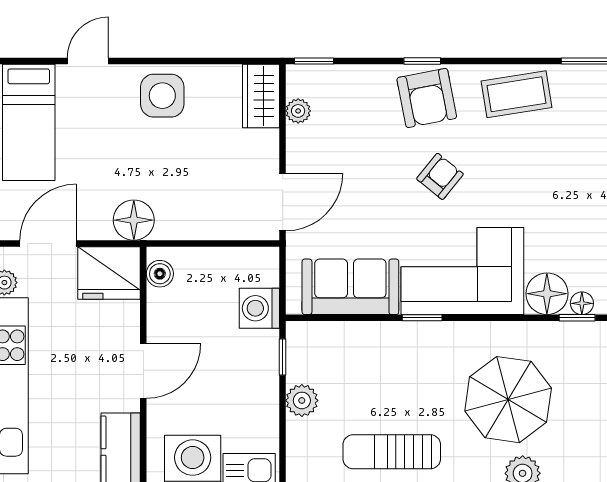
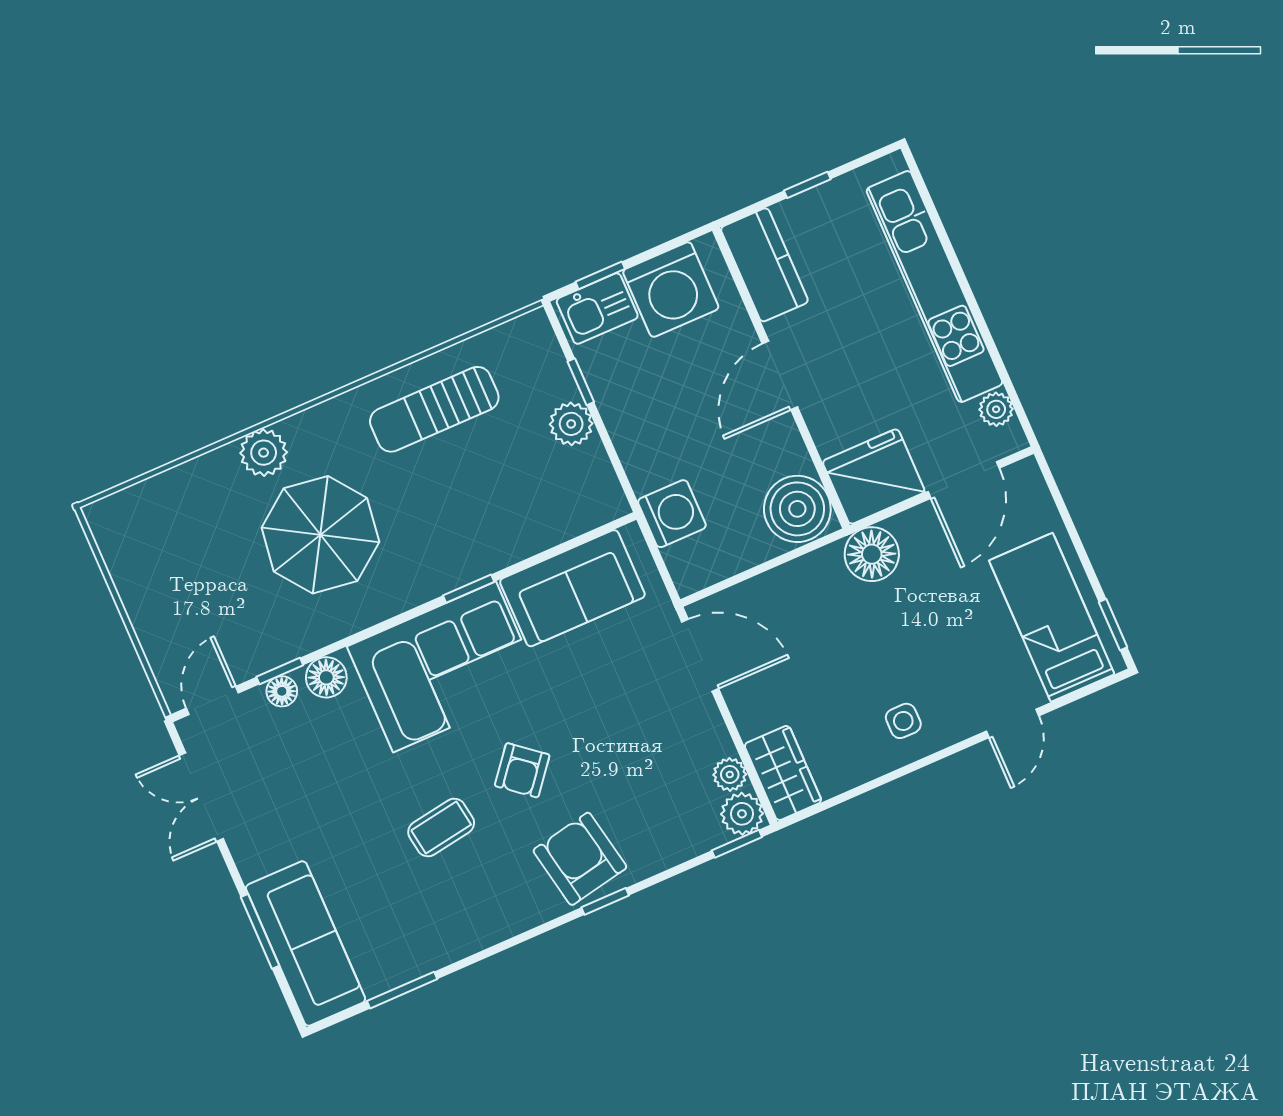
plant: (301, 80) -> (742, 814), added
coffee table: (516, 94) -> (441, 827), moved, width x0.73, depth x0.77
side table: (162, 96) -> (903, 721), width x0.54, depth x0.54
door: (283, 202) -> (700, 655), swing flipped
boiler: (160, 274) -> (797, 509), width x1.86, depth x1.86
floor lamp: (547, 294) -> (326, 677), width x0.73, depth x0.73
window: (283, 357) -> (581, 382), moved
sun lounger: (392, 452) -> (434, 409), turned 180

